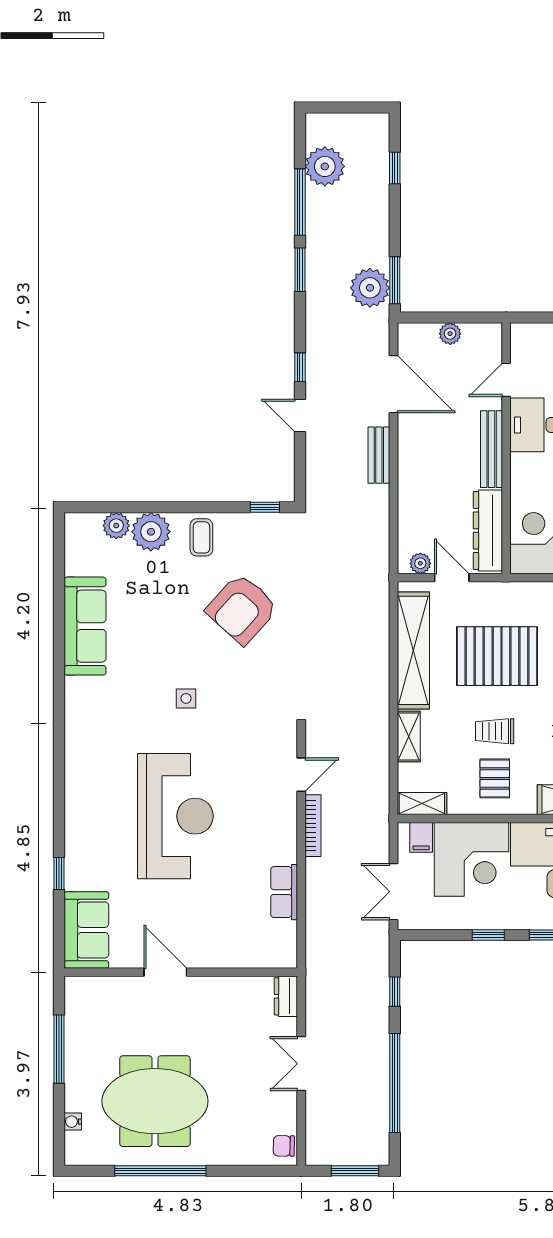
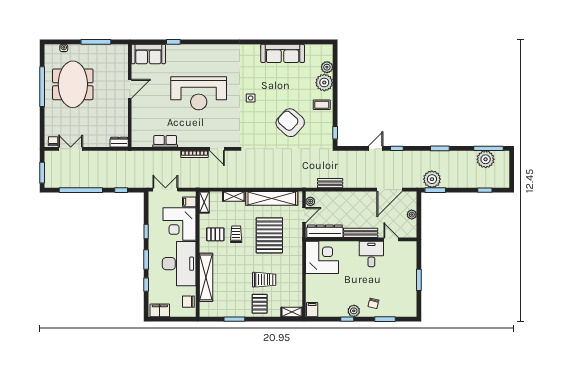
window: (300, 202) -> (488, 148), moved
bench: (379, 455) -> (330, 183), moved
double door: (301, 1064) -> (71, 149), moved

